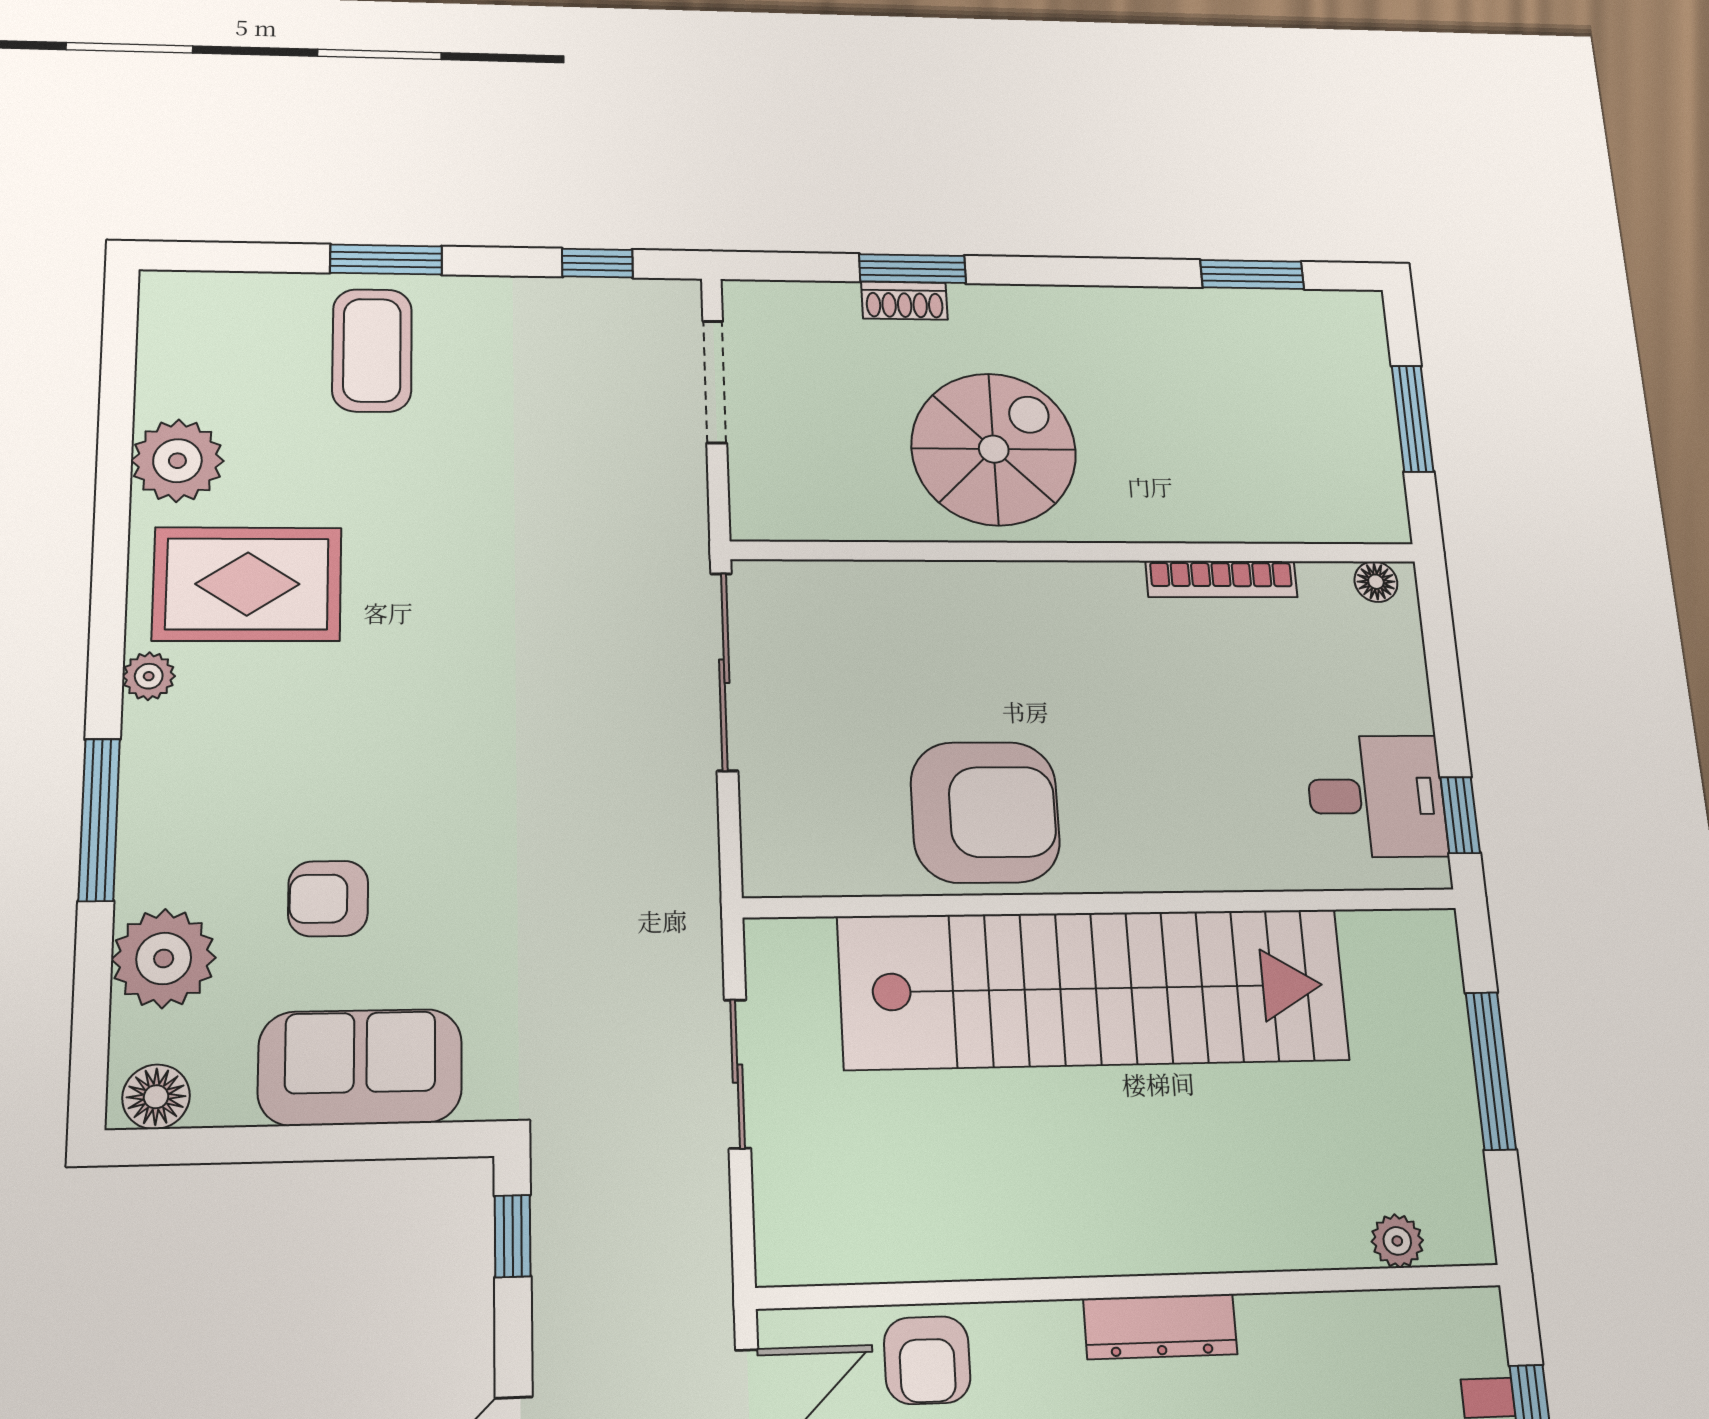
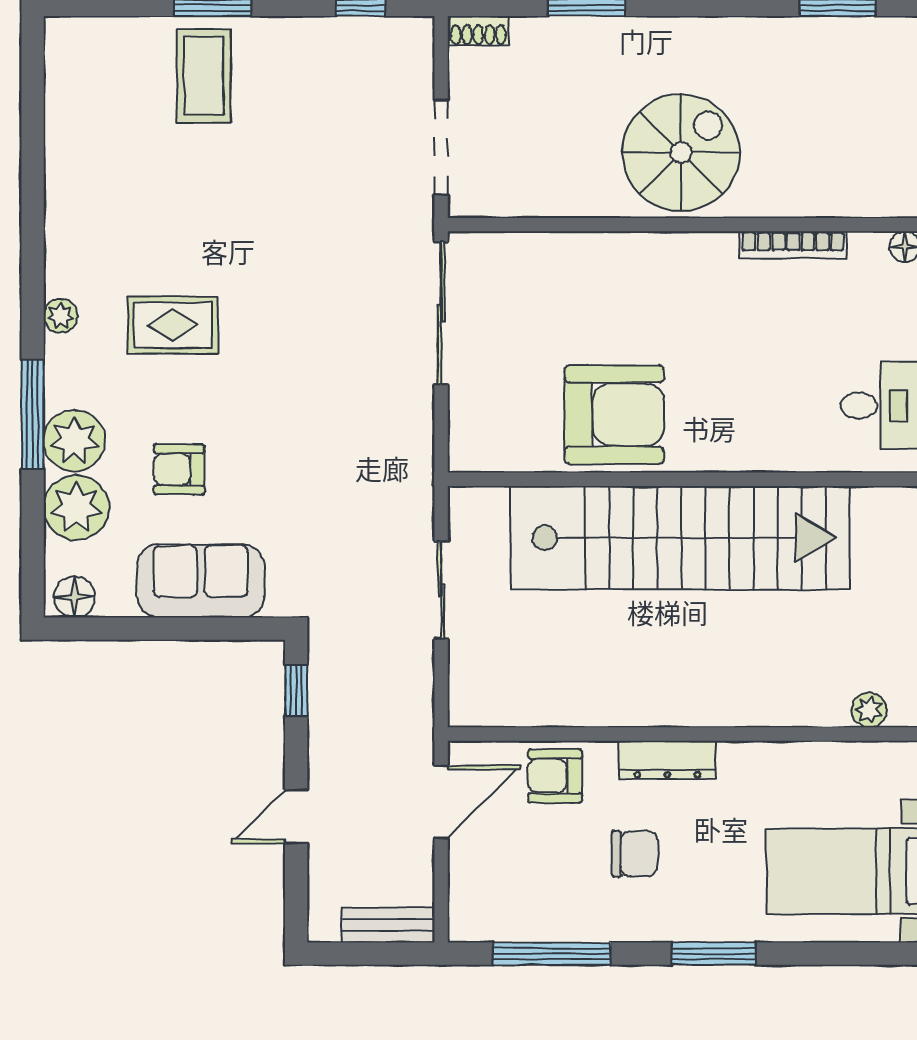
shoe rack: (904, 301) -> (478, 31), moved
doorway: (715, 382) -> (441, 147), moved
spiral stairs: (994, 449) -> (681, 153), moved
plant: (177, 461) -> (74, 441), moved
rug: (247, 584) -> (173, 325), moved, width x0.73, depth x0.70
dresser: (1160, 1326) -> (667, 760), moved
armchair: (927, 1360) -> (555, 776), turned 90

